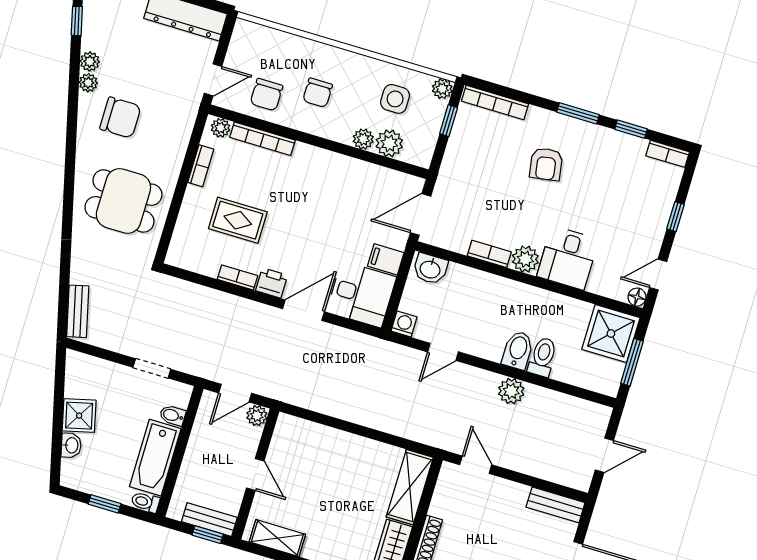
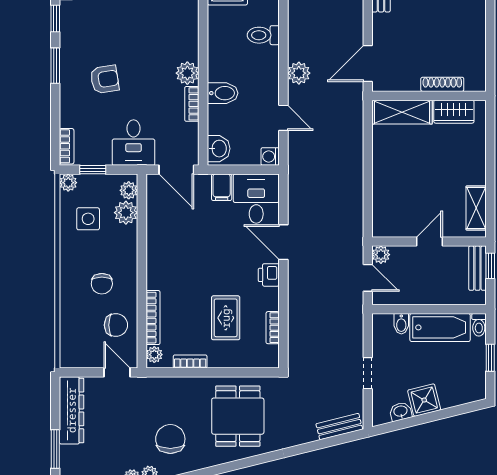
chair: (318, 93) -> (102, 284), turned 90
bookcase: (495, 102) -> (67, 146), width x0.64
plant: (363, 139) -> (129, 190), moved
desk: (568, 258) -> (134, 143), moved, turned 90
bookcase: (237, 278) -> (273, 328), moved
bidet: (518, 350) -> (223, 93), moved, turned 180
doorway: (152, 368) -> (368, 373), moved
plant: (511, 391) -> (299, 73), moved
washbasin: (71, 445) -> (401, 412), moved
door: (476, 465) -> (368, 64), width x1.38

